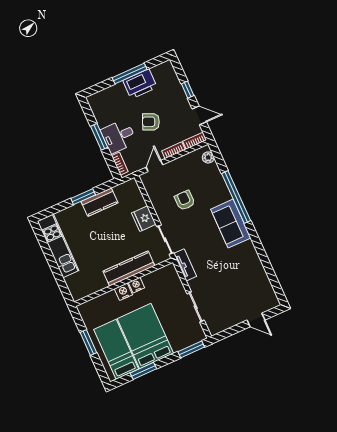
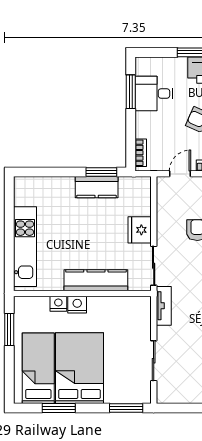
desk: (119, 136) -> (154, 93), moved
window: (99, 137) -> (131, 92), moved
window: (83, 197) -> (101, 172), moved
kitchen unit: (58, 246) -> (25, 247), moved
nightstand: (136, 285) -> (58, 304), moved
window: (88, 343) -> (9, 330), moved

